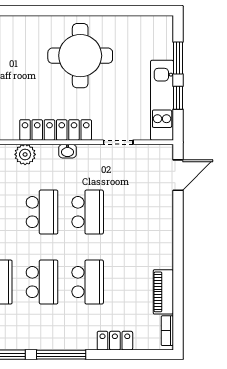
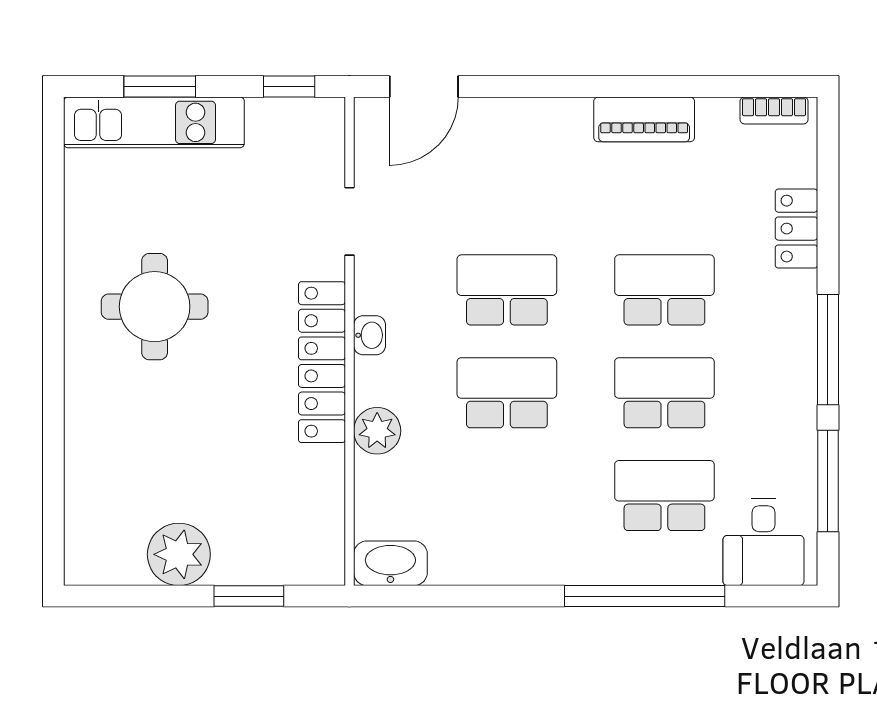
round table: (80, 56) -> (155, 307), width x0.73, depth x0.73
window: (178, 98) -> (289, 87), moved
kitchen unit: (162, 100) -> (154, 122), moved
door: (178, 175) -> (424, 87), swing flipped
piano: (163, 292) -> (644, 119), moved

